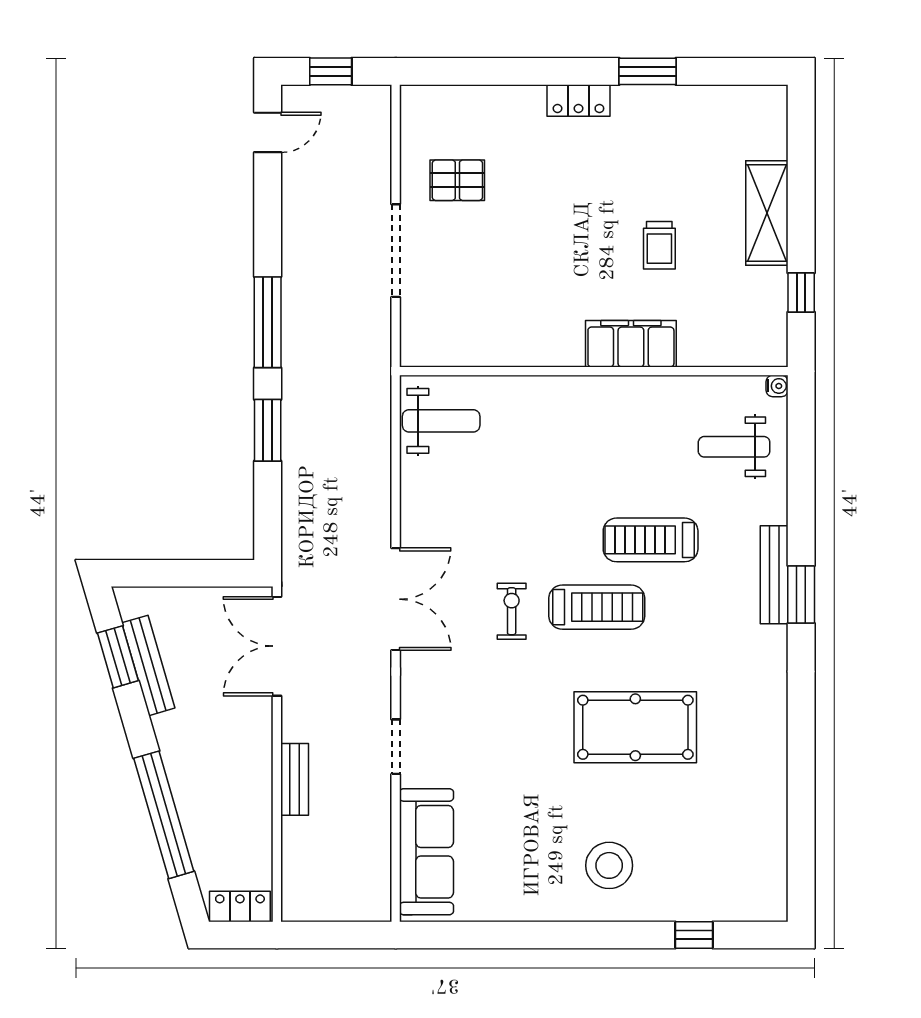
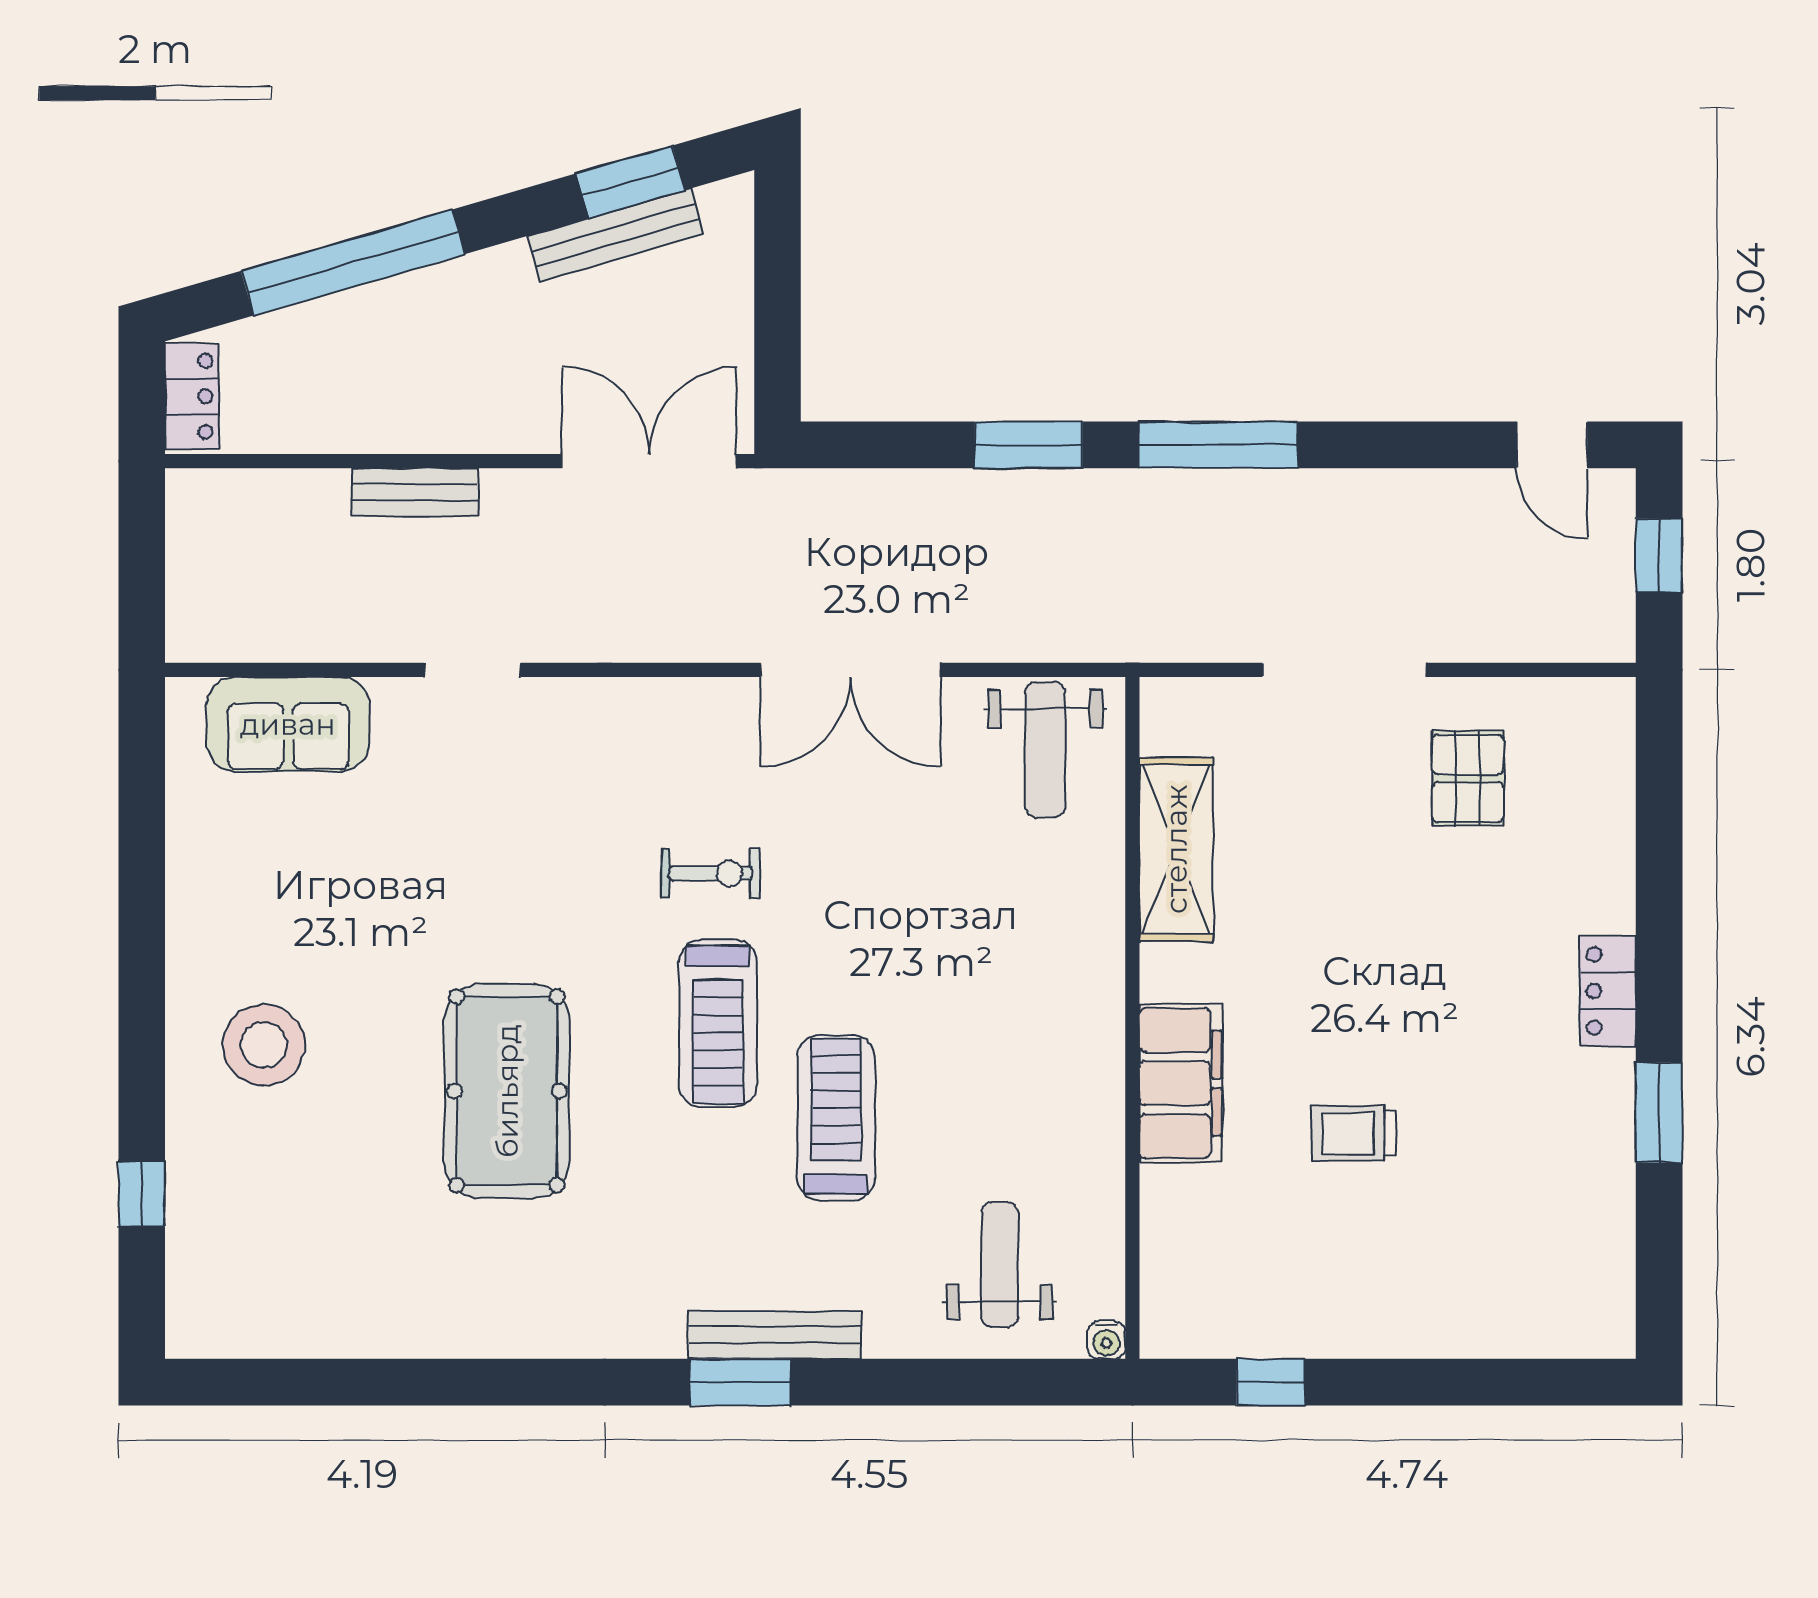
shelving: (767, 213) -> (1176, 849), moved, turned 90
double door: (396, 599) -> (851, 670), moved
sofa: (426, 852) -> (288, 724), width x0.73

